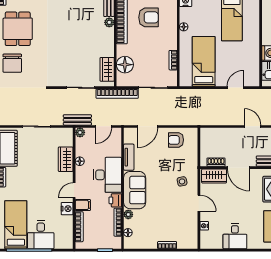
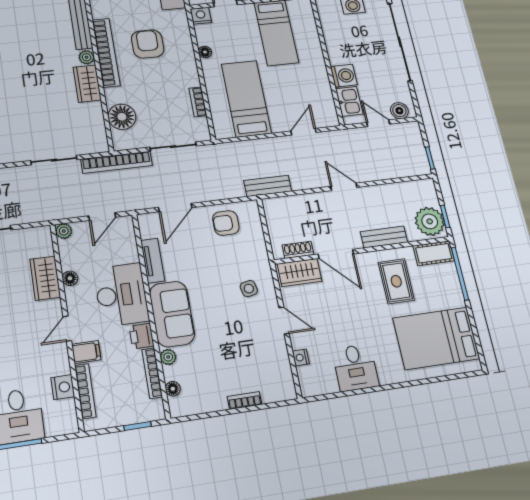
armchair: (149, 17) -> (148, 44), turned -90
wardrobe: (107, 69) -> (87, 84), moved
bench: (77, 120) -> (268, 186), moved
nightstand: (67, 209) -> (63, 387), moved

